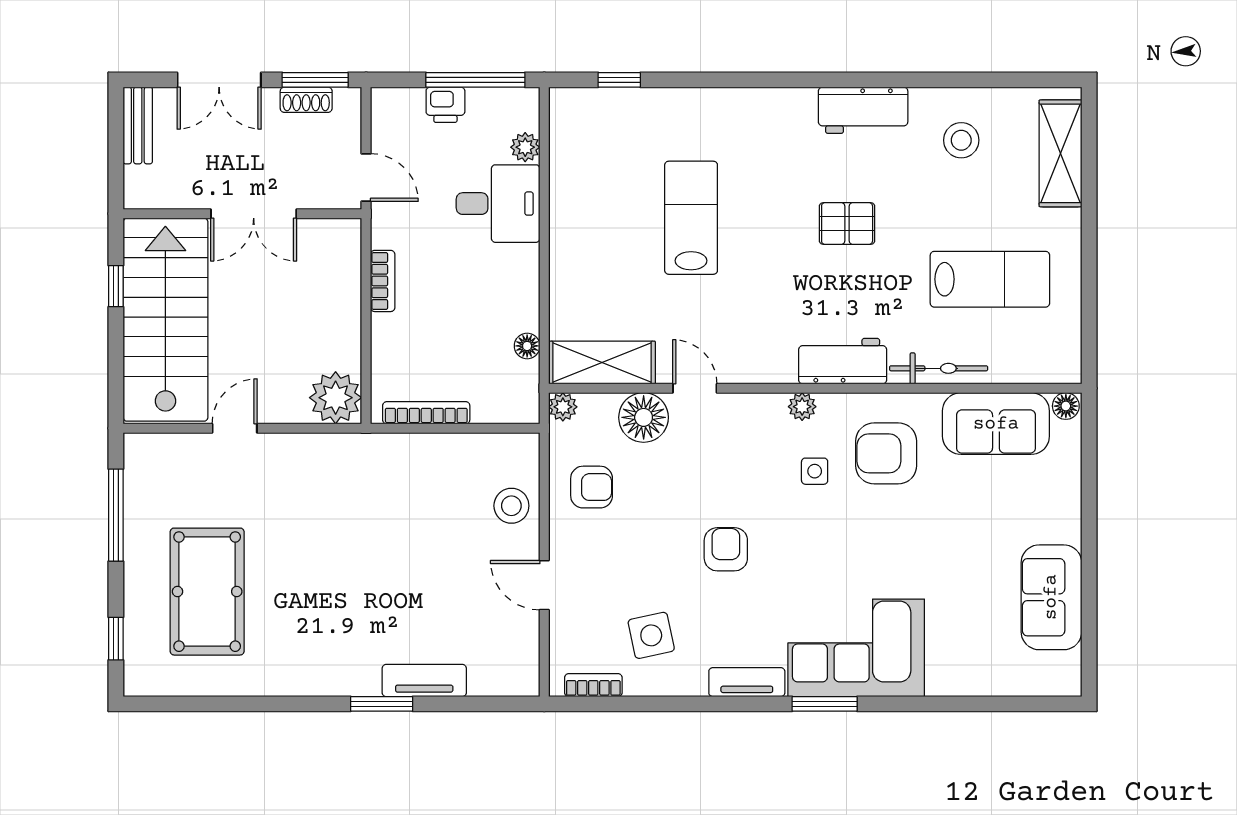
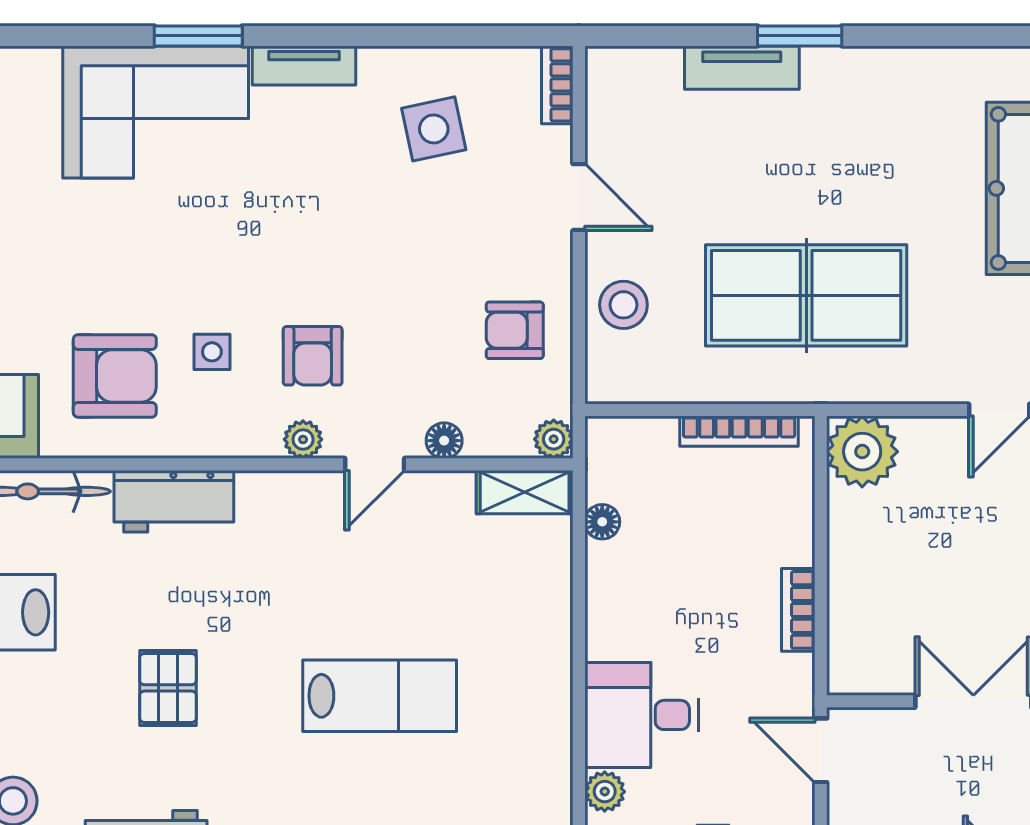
lab bench: (691, 218) -> (380, 696), turned -90
pallet: (847, 224) -> (168, 688), turned 90
shelving: (602, 363) -> (525, 492), width x0.67, depth x0.75
door: (695, 388) -> (375, 464), hinge flipped
plant: (802, 407) -> (303, 439), moved
floor lamp: (644, 417) -> (444, 441), width x0.53, depth x0.53
table tennis table: (377, 513) -> (806, 295), added
armchair: (726, 549) -> (313, 356), moved
bookcase: (593, 685) -> (557, 85), moved, turned 90

